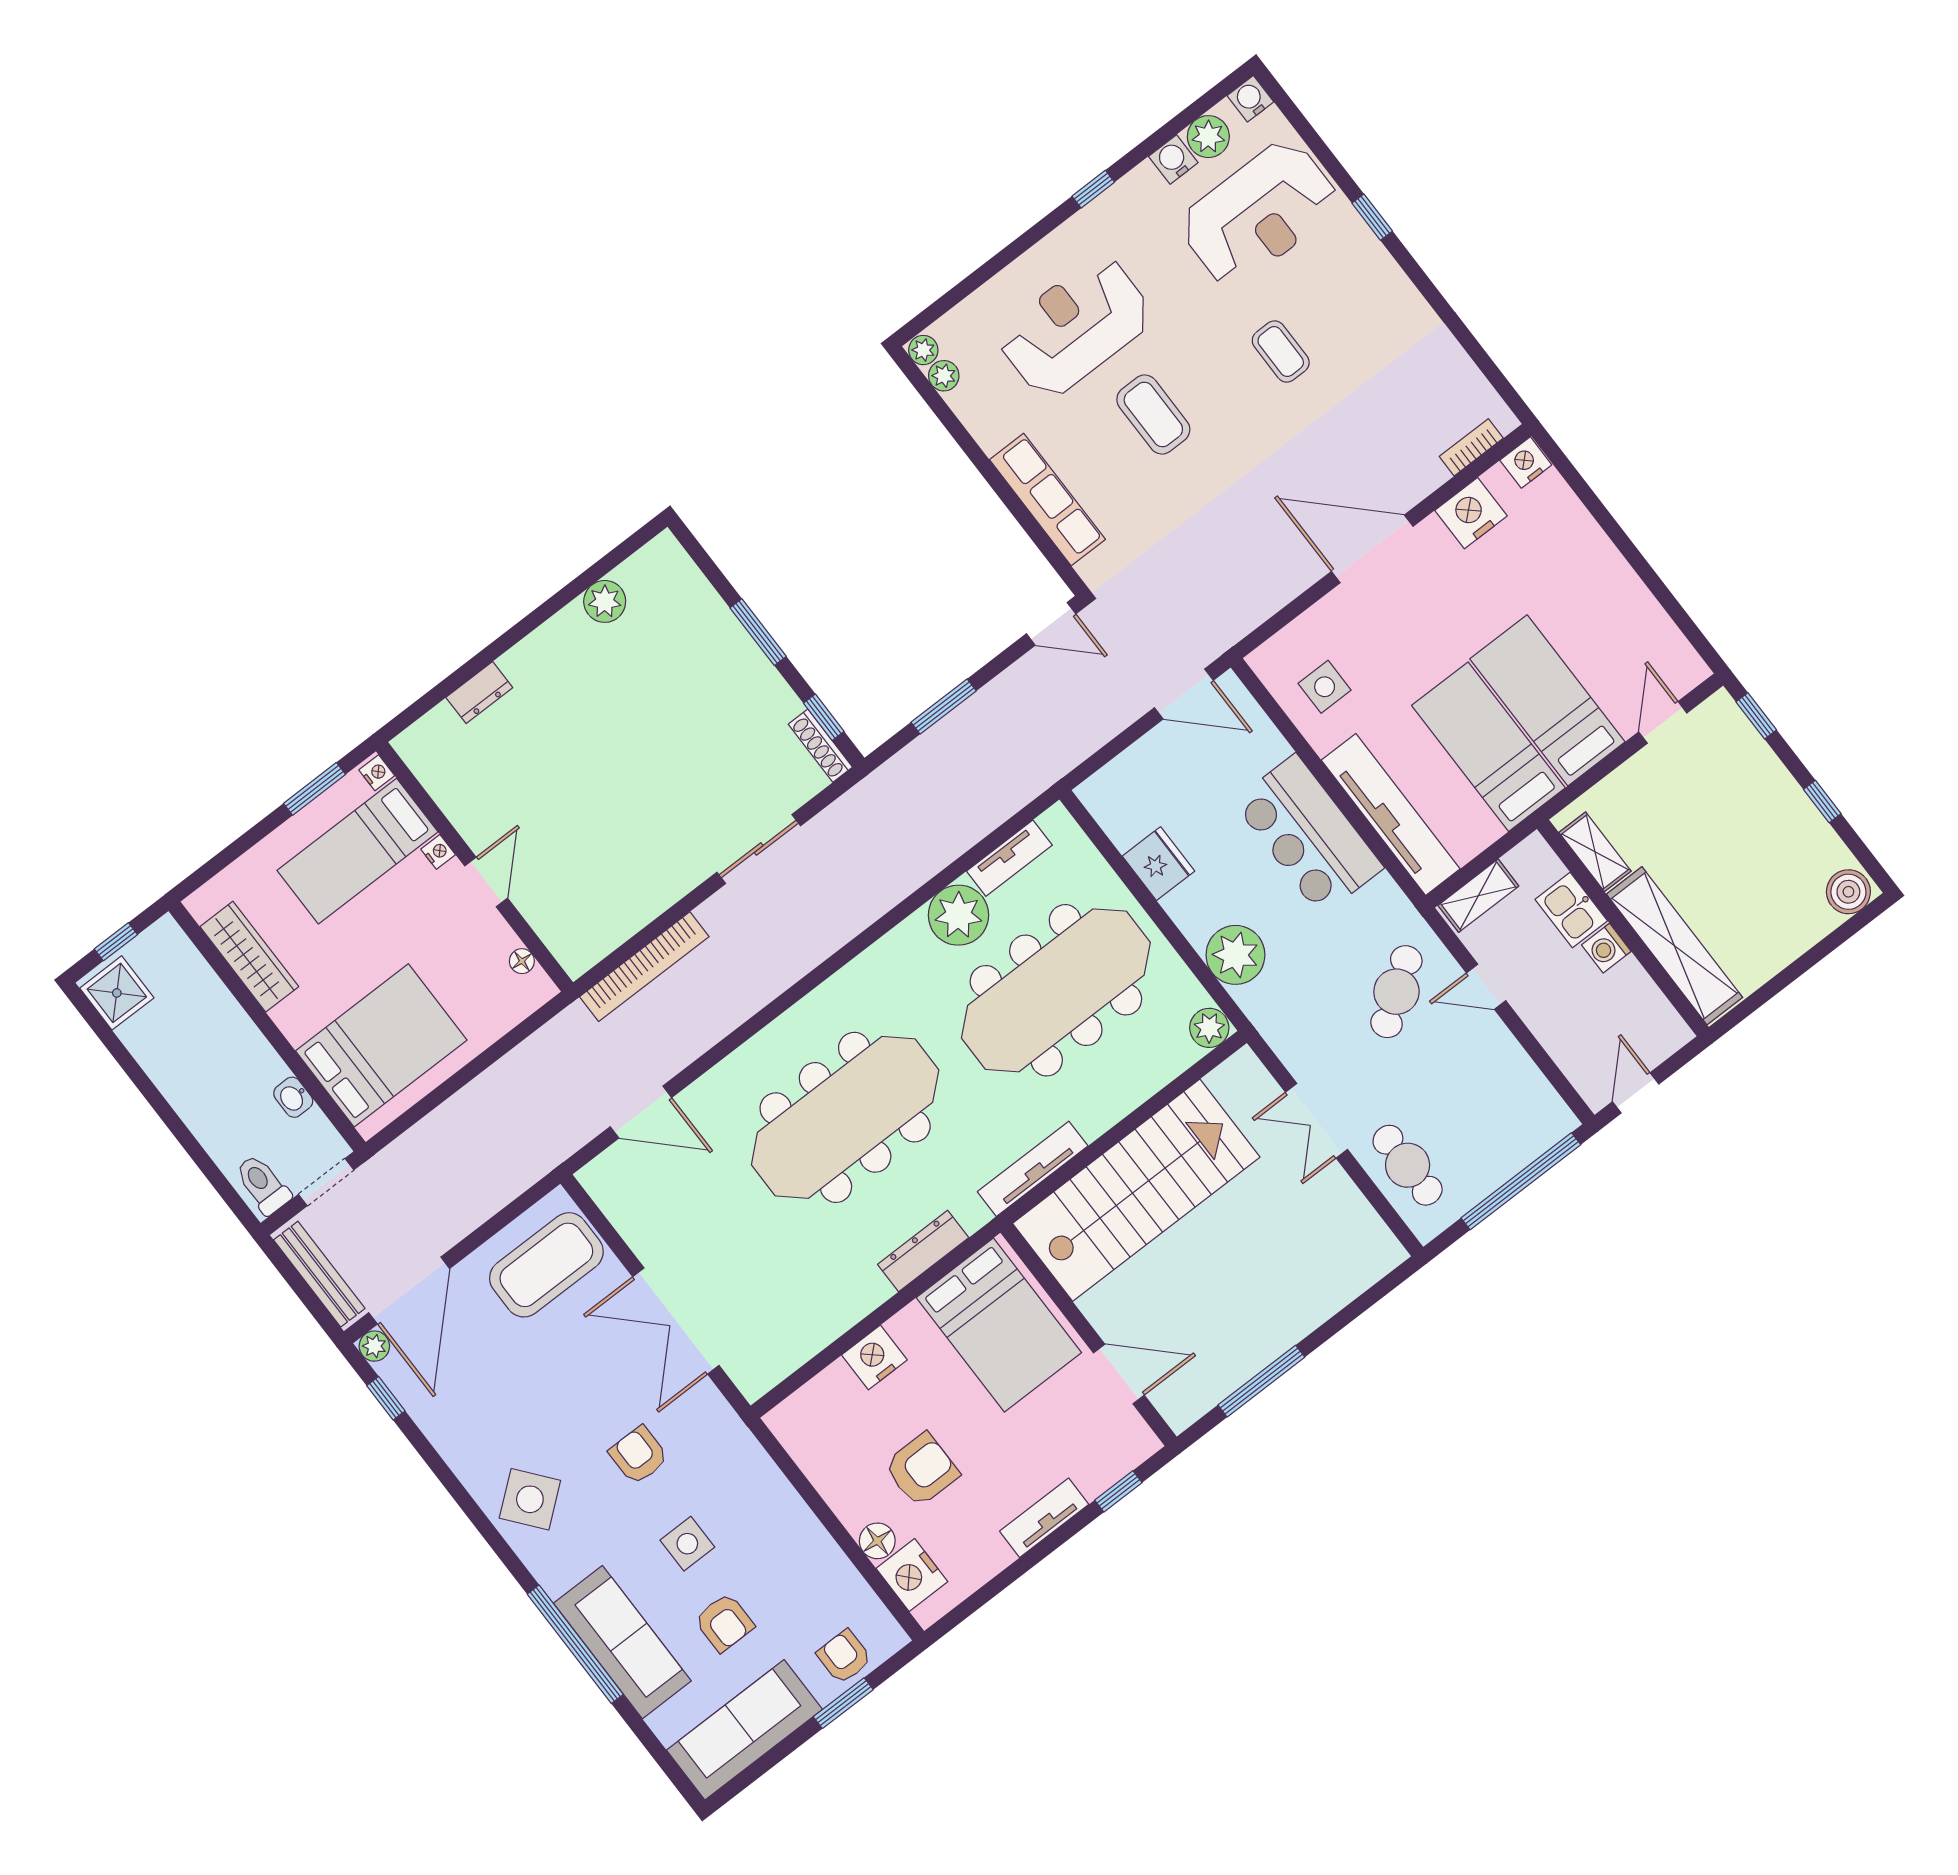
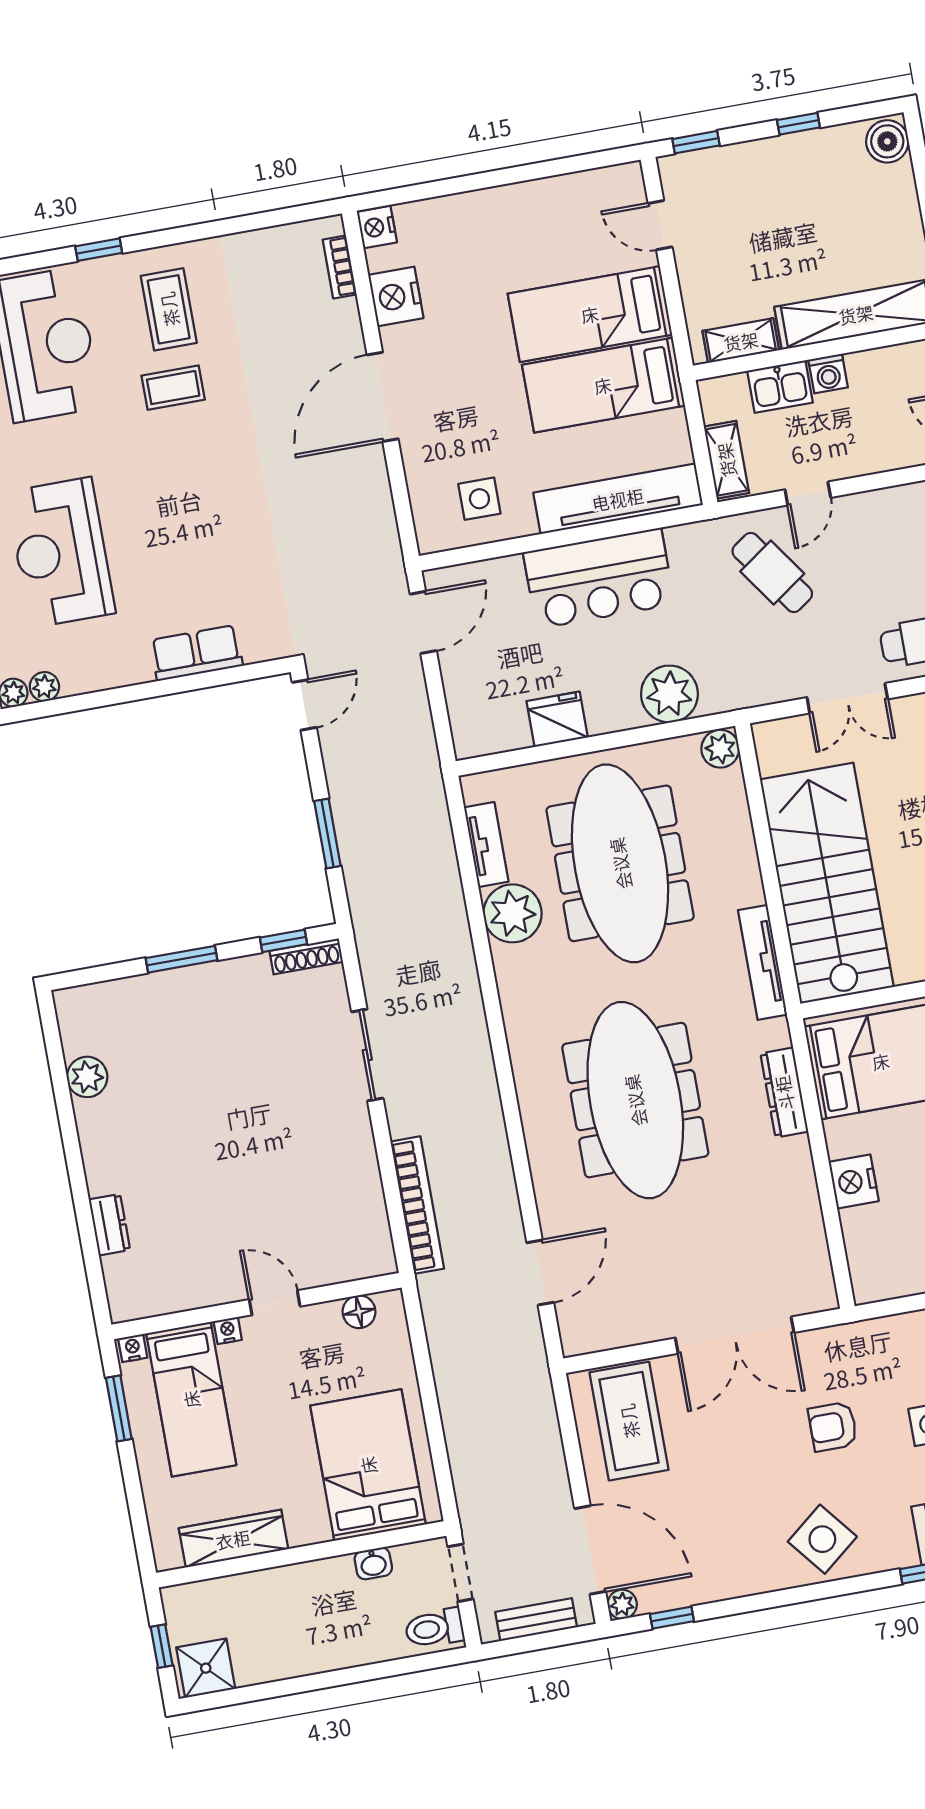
coffee table: (1153, 414) -> (169, 309), moved, turned 90
row of seats: (1047, 500) -> (196, 653), width x0.68
floor lamp: (522, 961) -> (359, 1312), width x1.37, depth x1.37
bench: (319, 1274) -> (536, 1620), width x0.73

